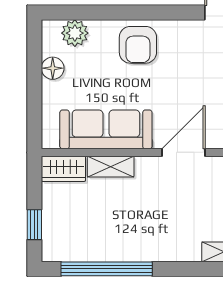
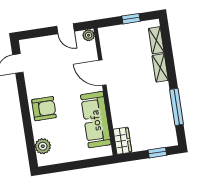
floor lamp: (53, 68) -> (65, 156), removed
shelving: (111, 167) -> (160, 68), moved
window: (107, 269) -> (177, 107), width x0.68

